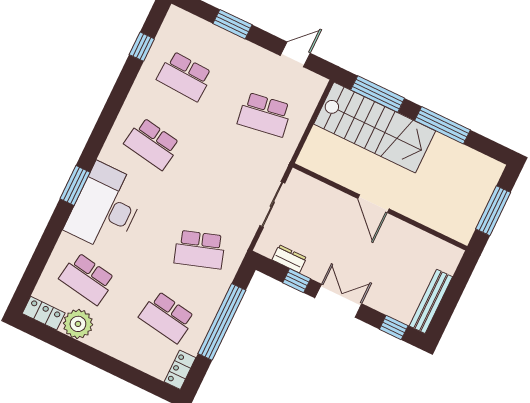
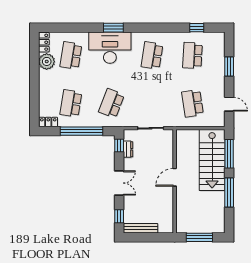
school desk: (200, 250) -> (111, 103), turned 39
window: (297, 281) -> (119, 146), moved

